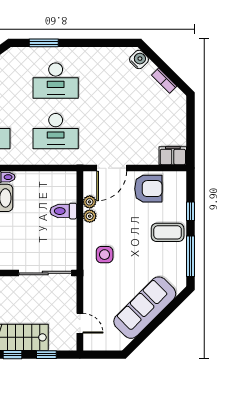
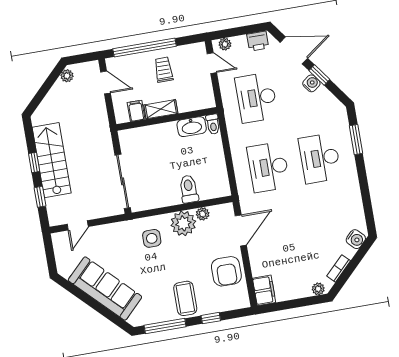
plant: (180, 104) -> (318, 289), added
door: (112, 168) -> (241, 230), swing flipped
plant: (90, 216) -> (183, 223), width x1.88, depth x1.88

